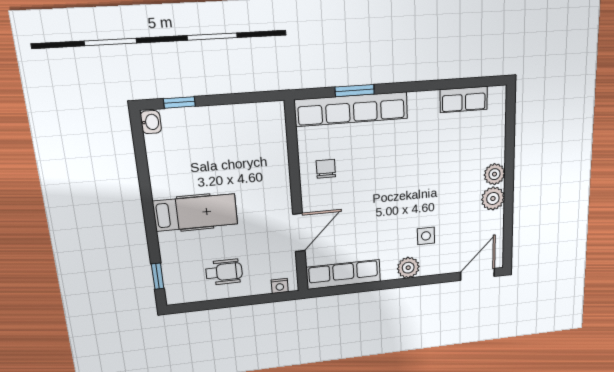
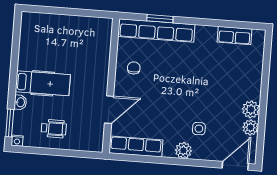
window: (179, 102) -> (47, 10), removed
washbasin: (151, 122) -> (20, 102), moved
plant: (495, 174) -> (250, 127), moved
window: (158, 276) -> (10, 123), width x1.50
nightstand: (280, 286) -> (17, 141), moved

